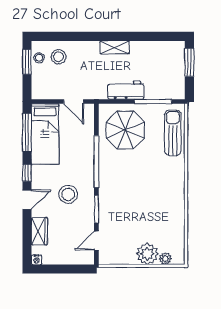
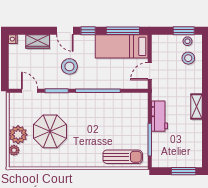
parasol: (125, 130) -> (50, 131), moved

